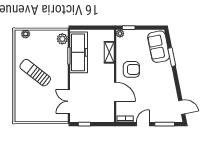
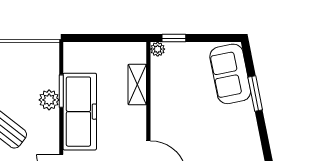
plant: (62, 39) -> (49, 100), moved
freezer: (79, 52) -> (80, 112), moved
armchair: (131, 69) -> (179, 117), removed

